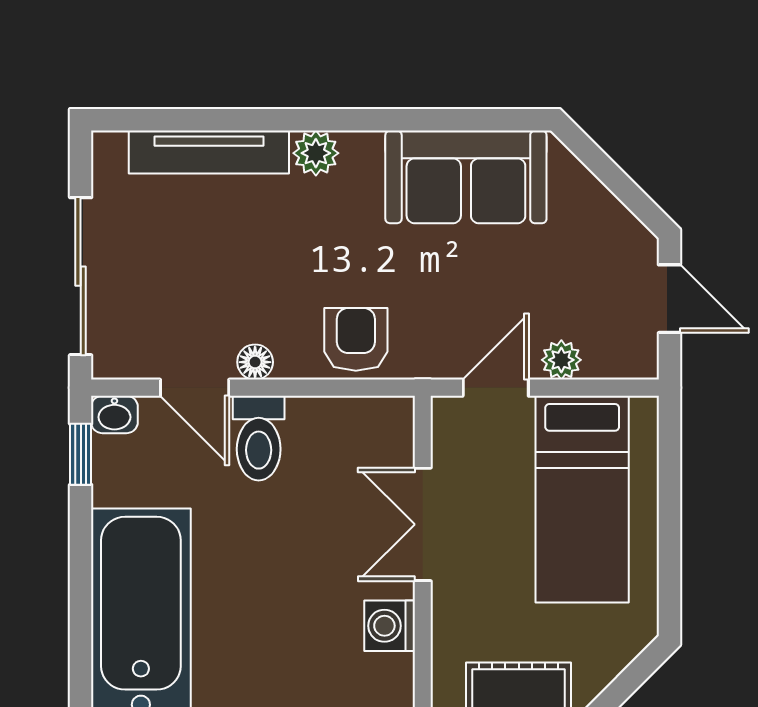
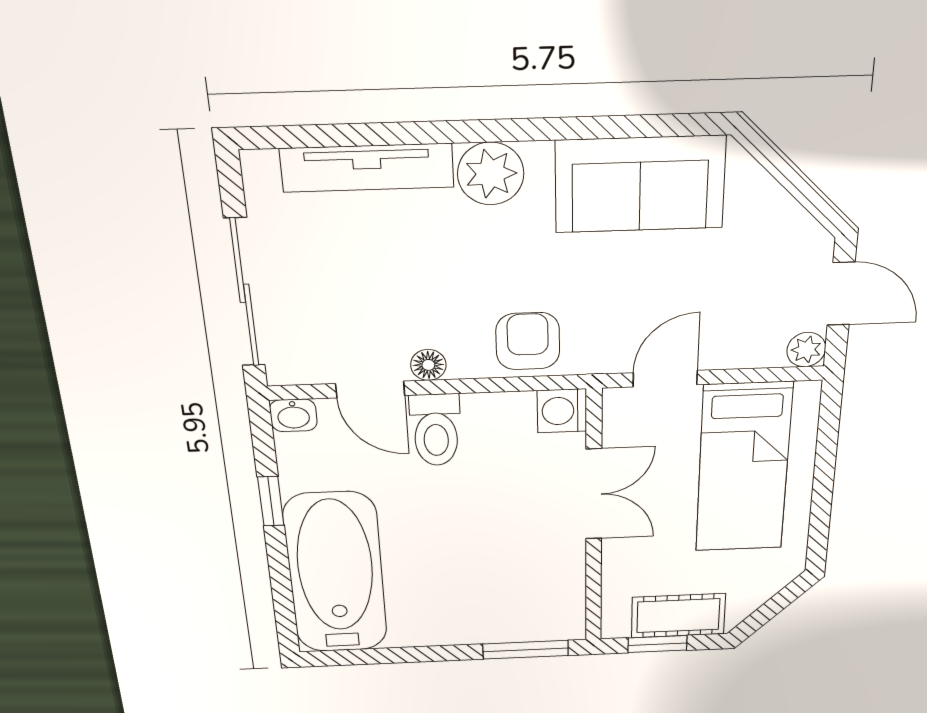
plant: (316, 153) -> (491, 174), width x1.38, depth x1.38
plant: (561, 360) -> (806, 350), moved
window: (81, 454) -> (271, 501), moved
double door: (423, 524) -> (594, 494), swing flipped
washing machine: (390, 626) -> (562, 411), moved

